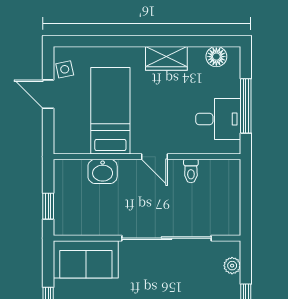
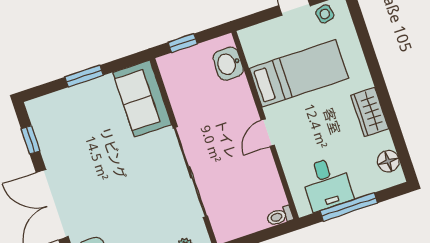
washbasin: (103, 171) -> (228, 64), moved
toilet: (191, 171) -> (280, 216), moved

